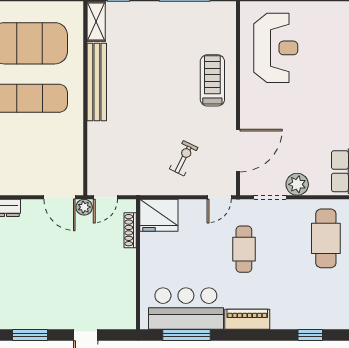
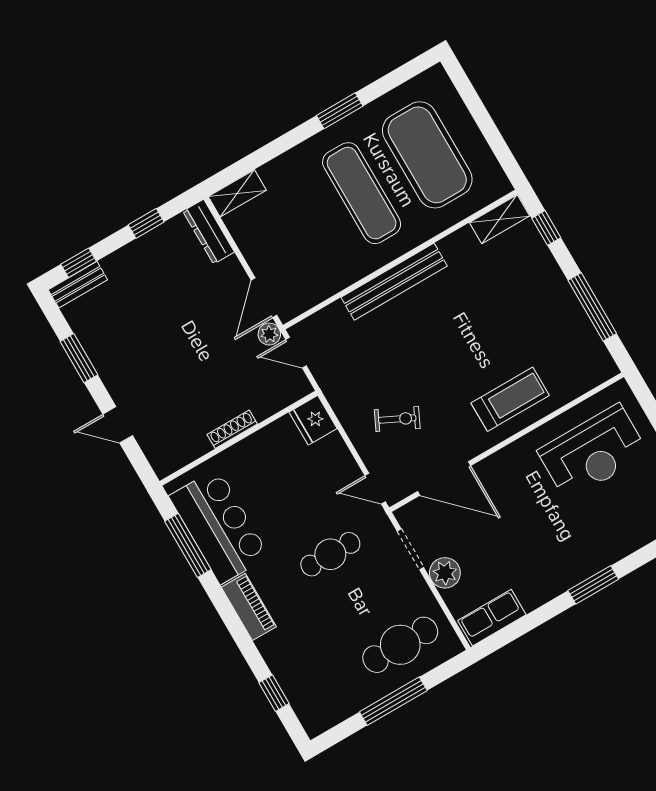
bench: (97, 82) -> (394, 282), moved
fridge: (159, 215) -> (313, 420), width x0.73, depth x0.75
shoe rack: (130, 230) -> (232, 429), moved

